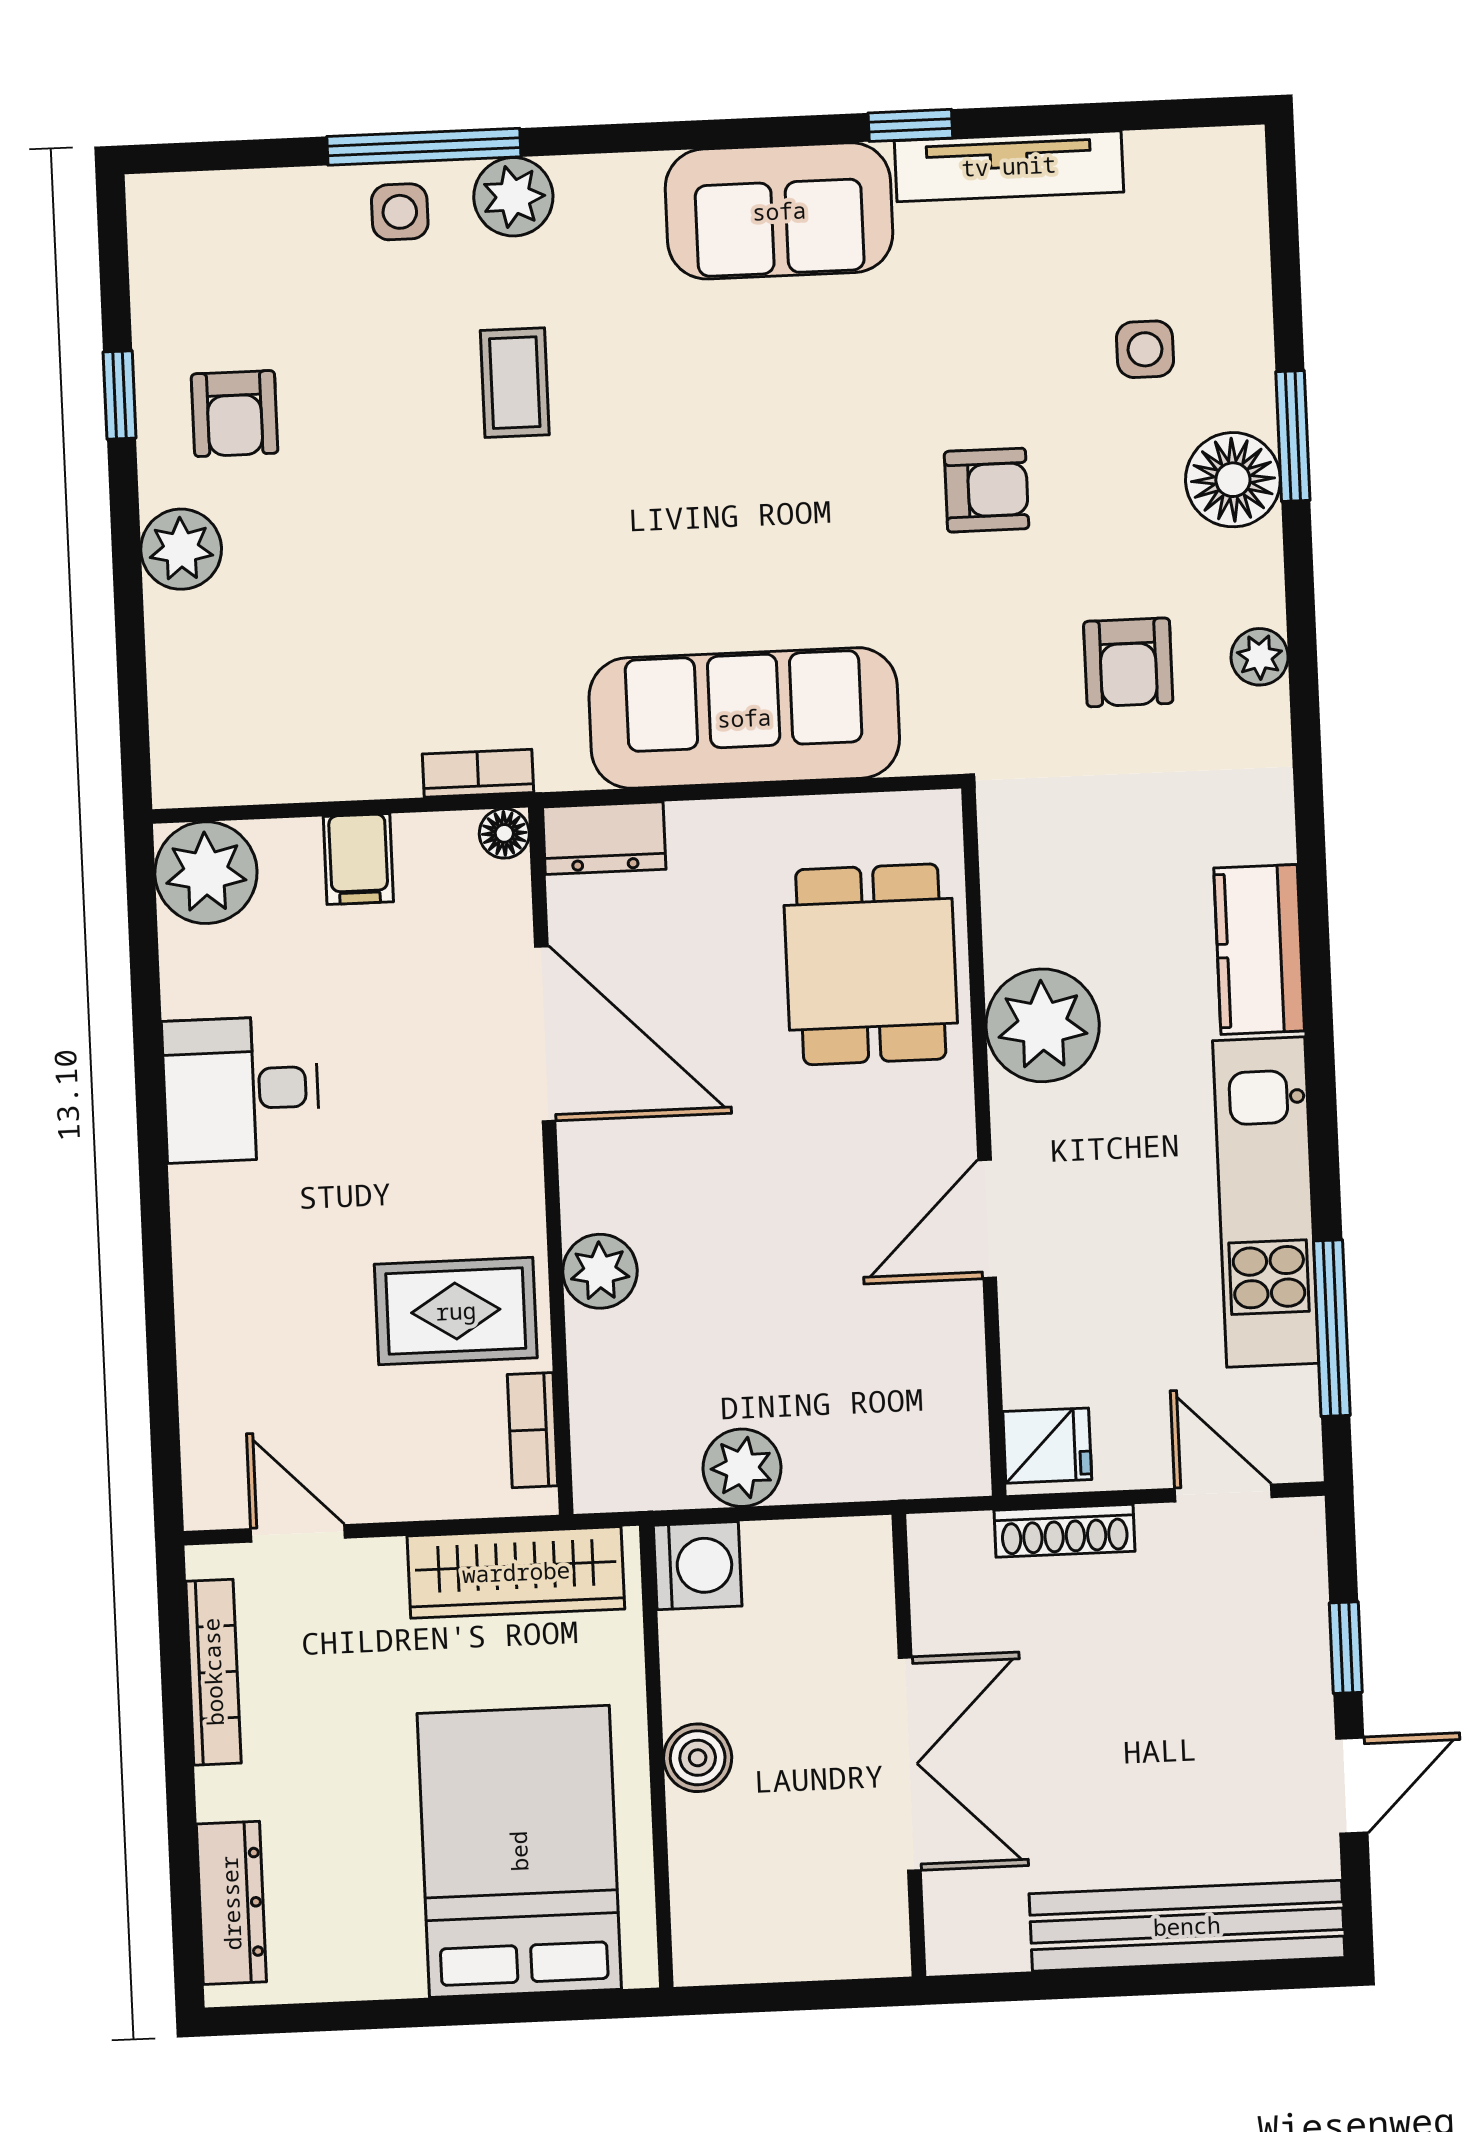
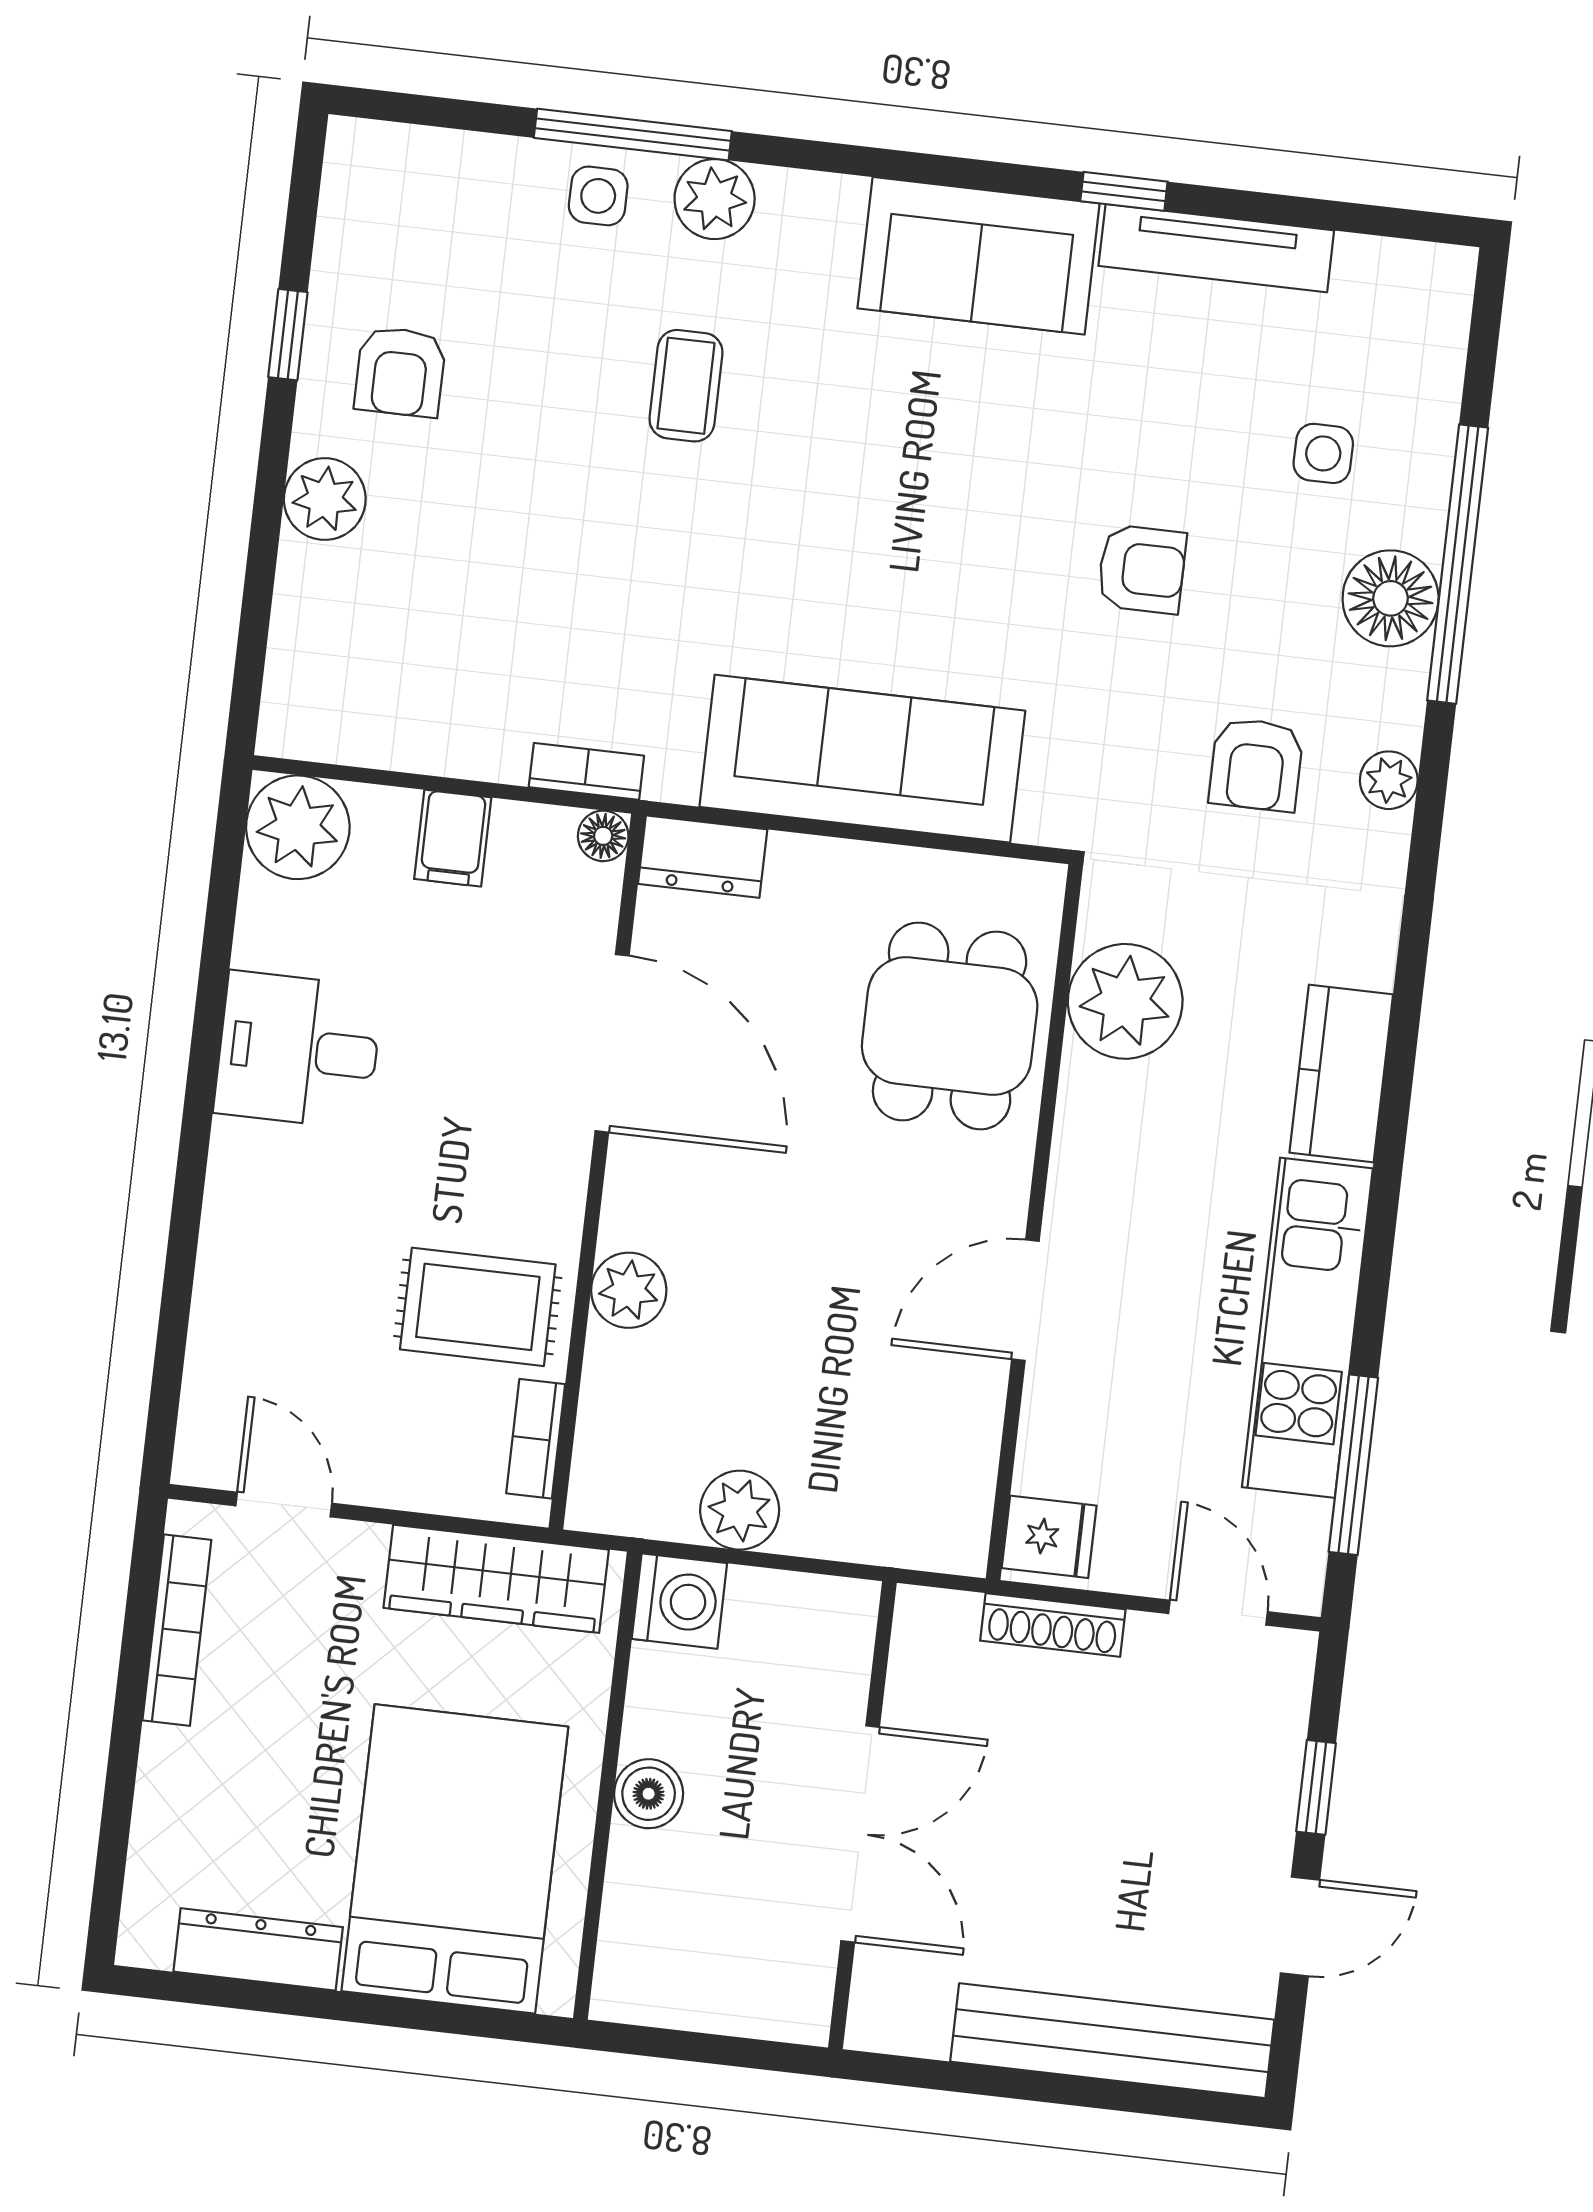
window: (1293, 436) -> (1458, 564), width x2.11
plant: (1043, 1025) -> (1125, 1001), moved
dresser: (231, 1903) -> (258, 1949), moved, turned -90

